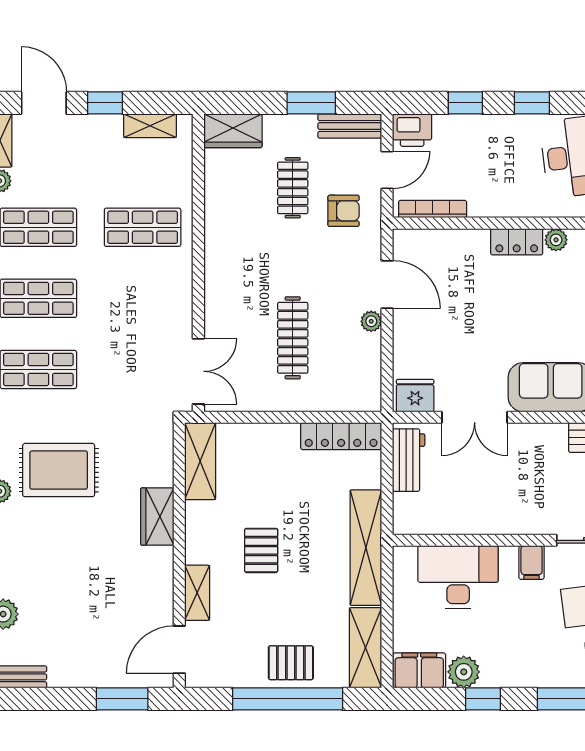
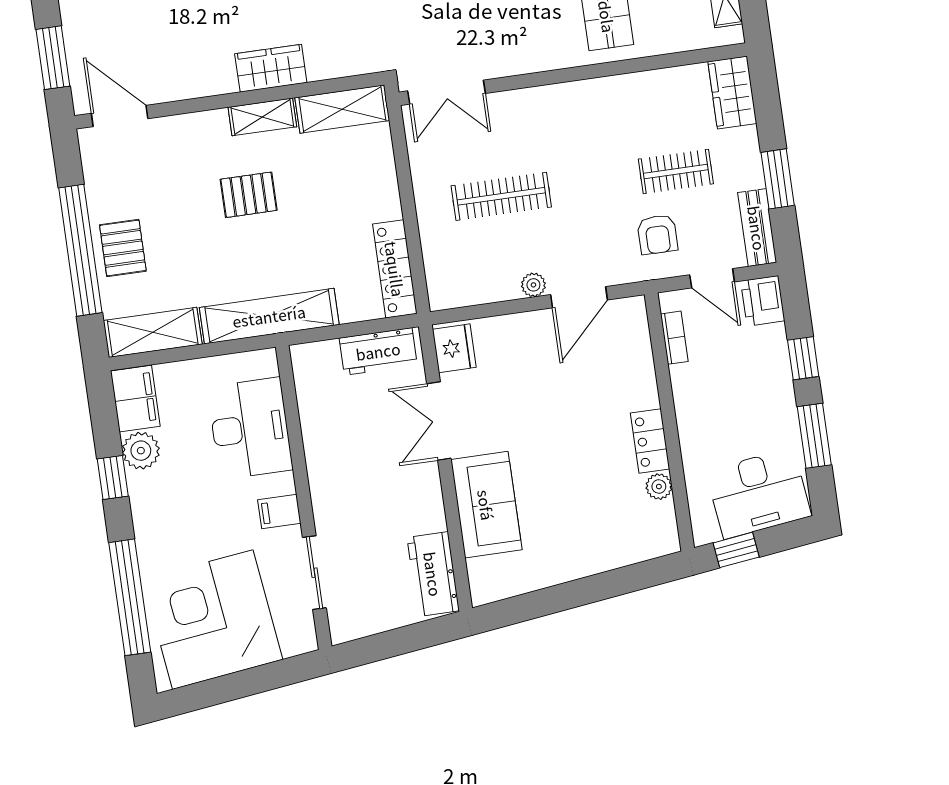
window: (532, 103) -> (814, 436), width x1.50
bookcase: (433, 209) -> (674, 338), width x0.64
shelving: (197, 593) -> (262, 117), moved

